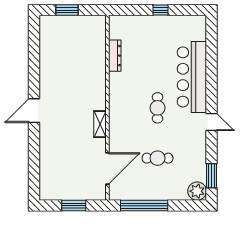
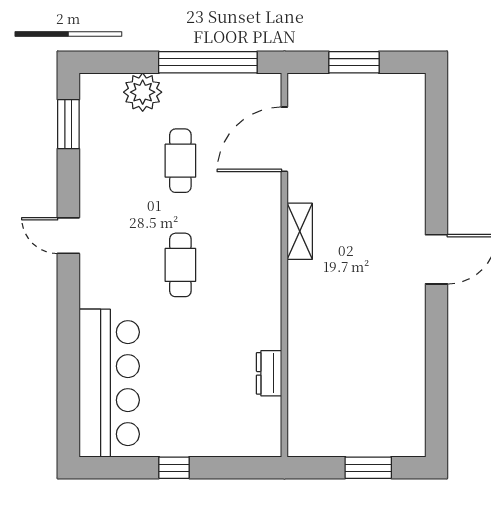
dresser: (115, 56) -> (269, 373), width x0.70
bar counter: (192, 77) -> (109, 383), moved
cafe table: (158, 158) -> (180, 161), turned 90
plant: (197, 191) -> (143, 92), moved

